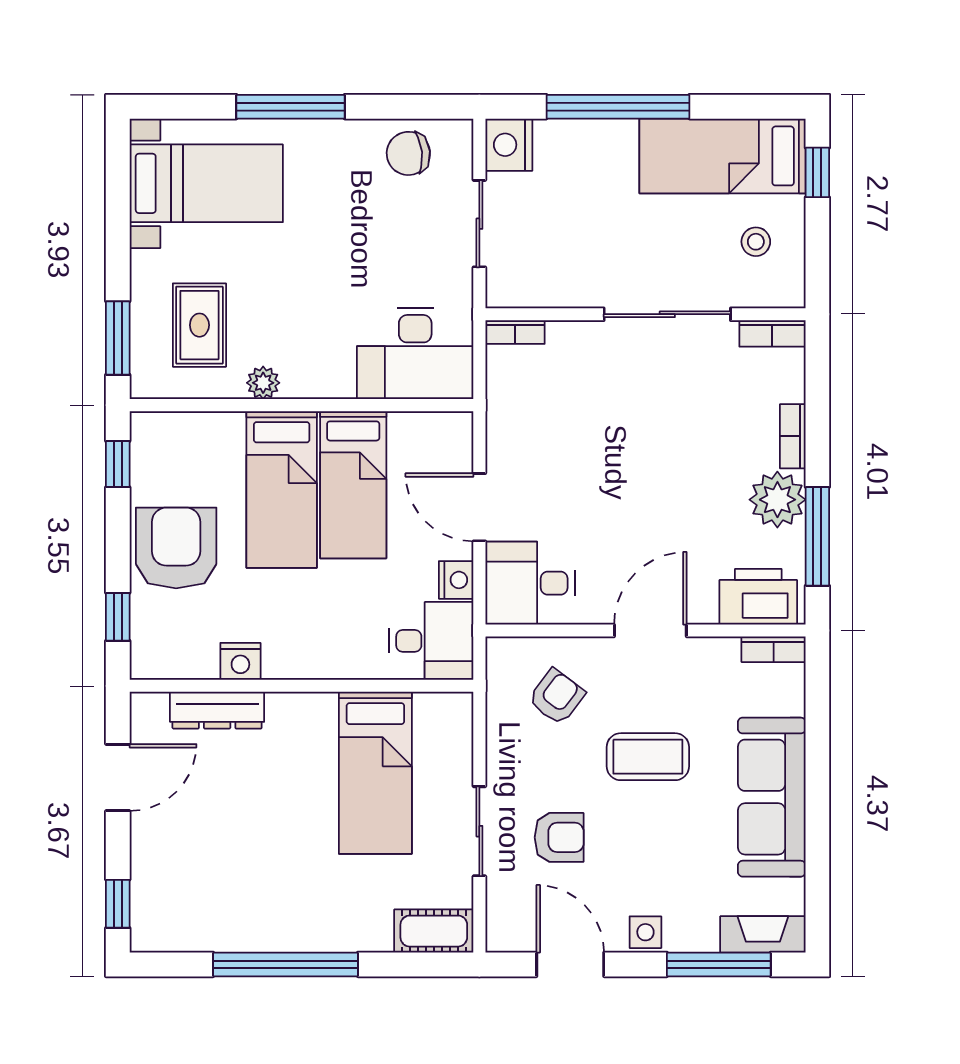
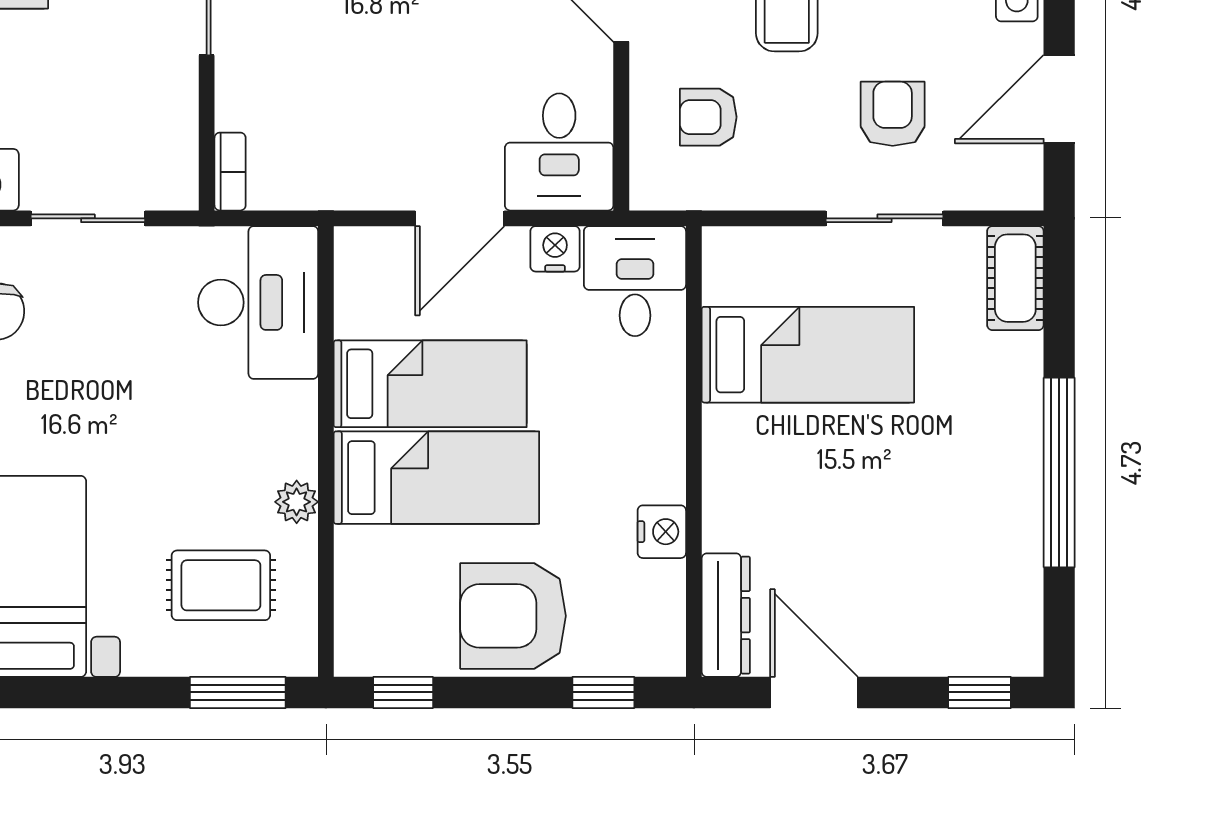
armchair: (557, 697) -> (708, 117), turned -37
dresser: (217, 710) -> (726, 615), moved

